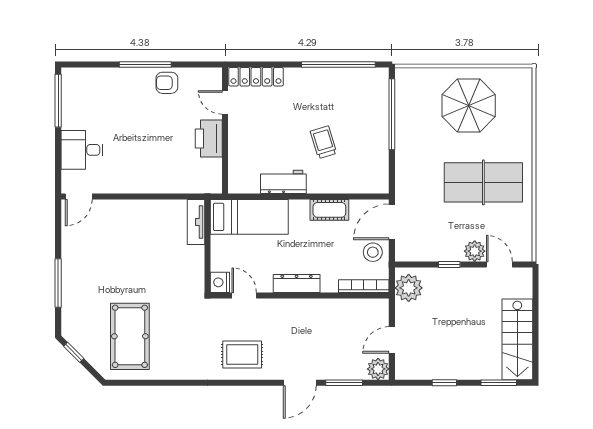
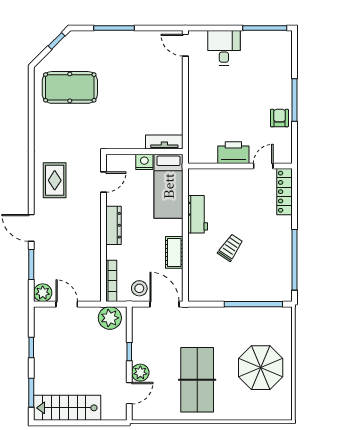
trolley: (324, 142) -> (230, 248), turned -39
nightstand: (220, 282) -> (144, 162), moved

